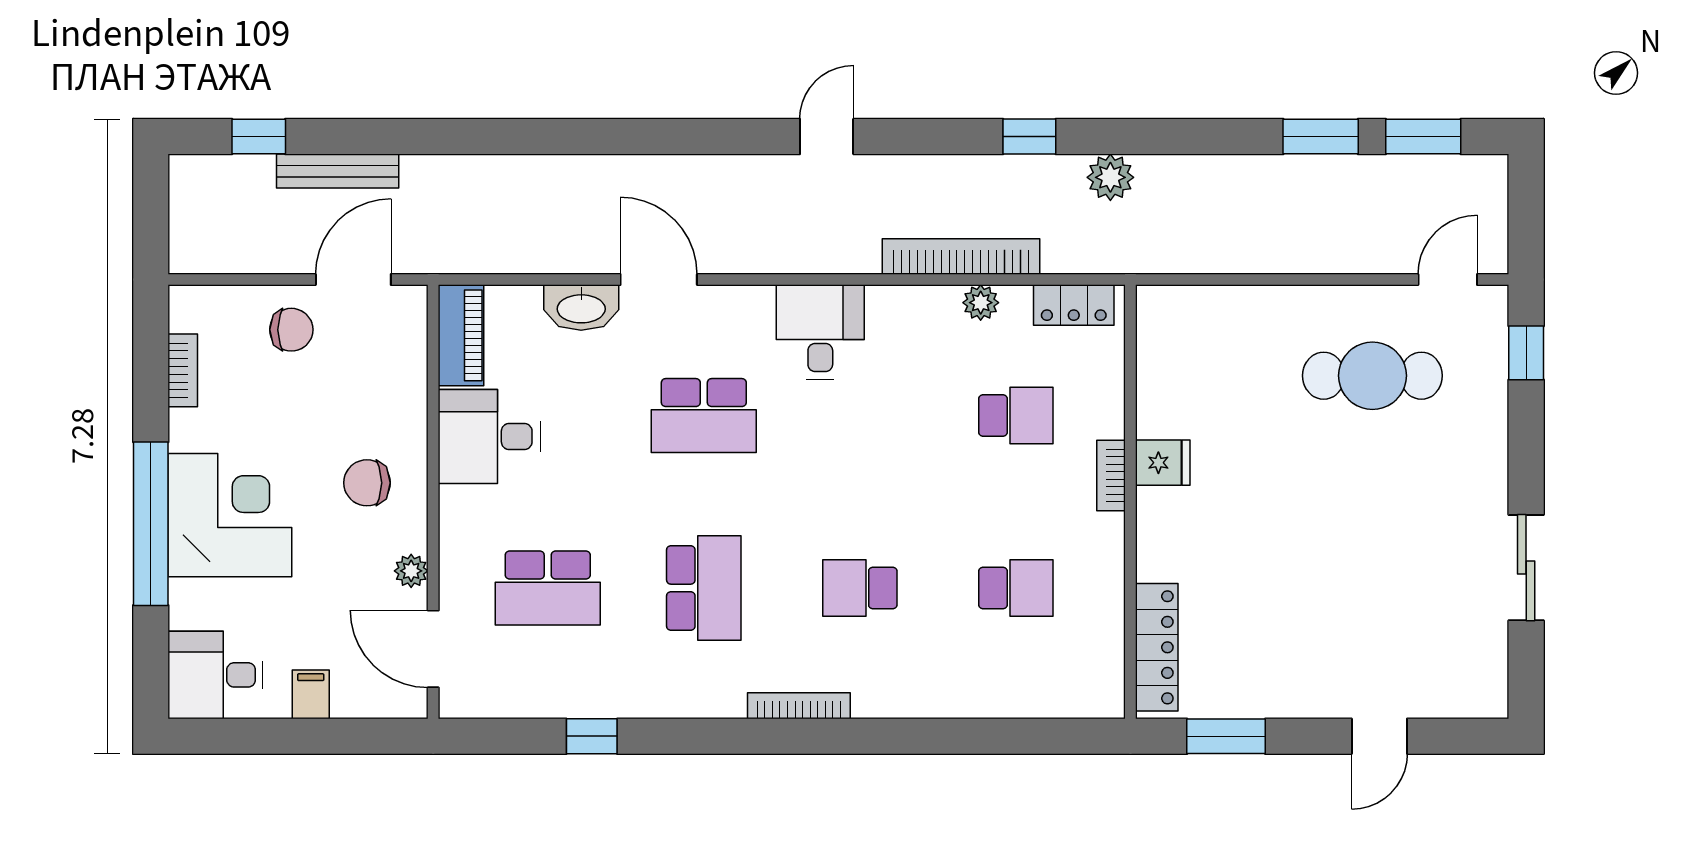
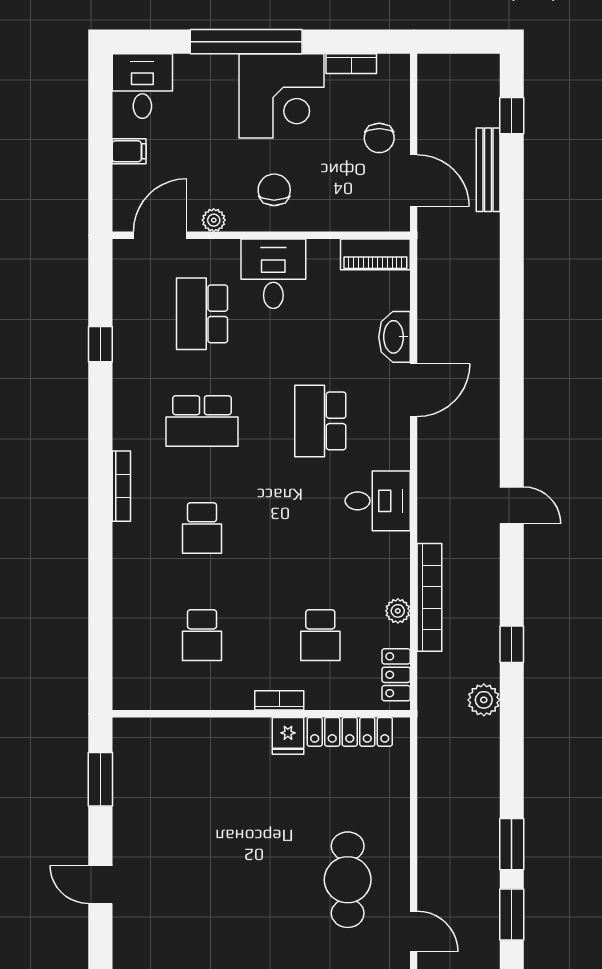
desk: (489, 436) -> (273, 274), moved
corner desk: (230, 515) -> (281, 96), moved
school desk: (860, 588) -> (202, 528), turned 180
locker: (1157, 647) -> (350, 732), moved

